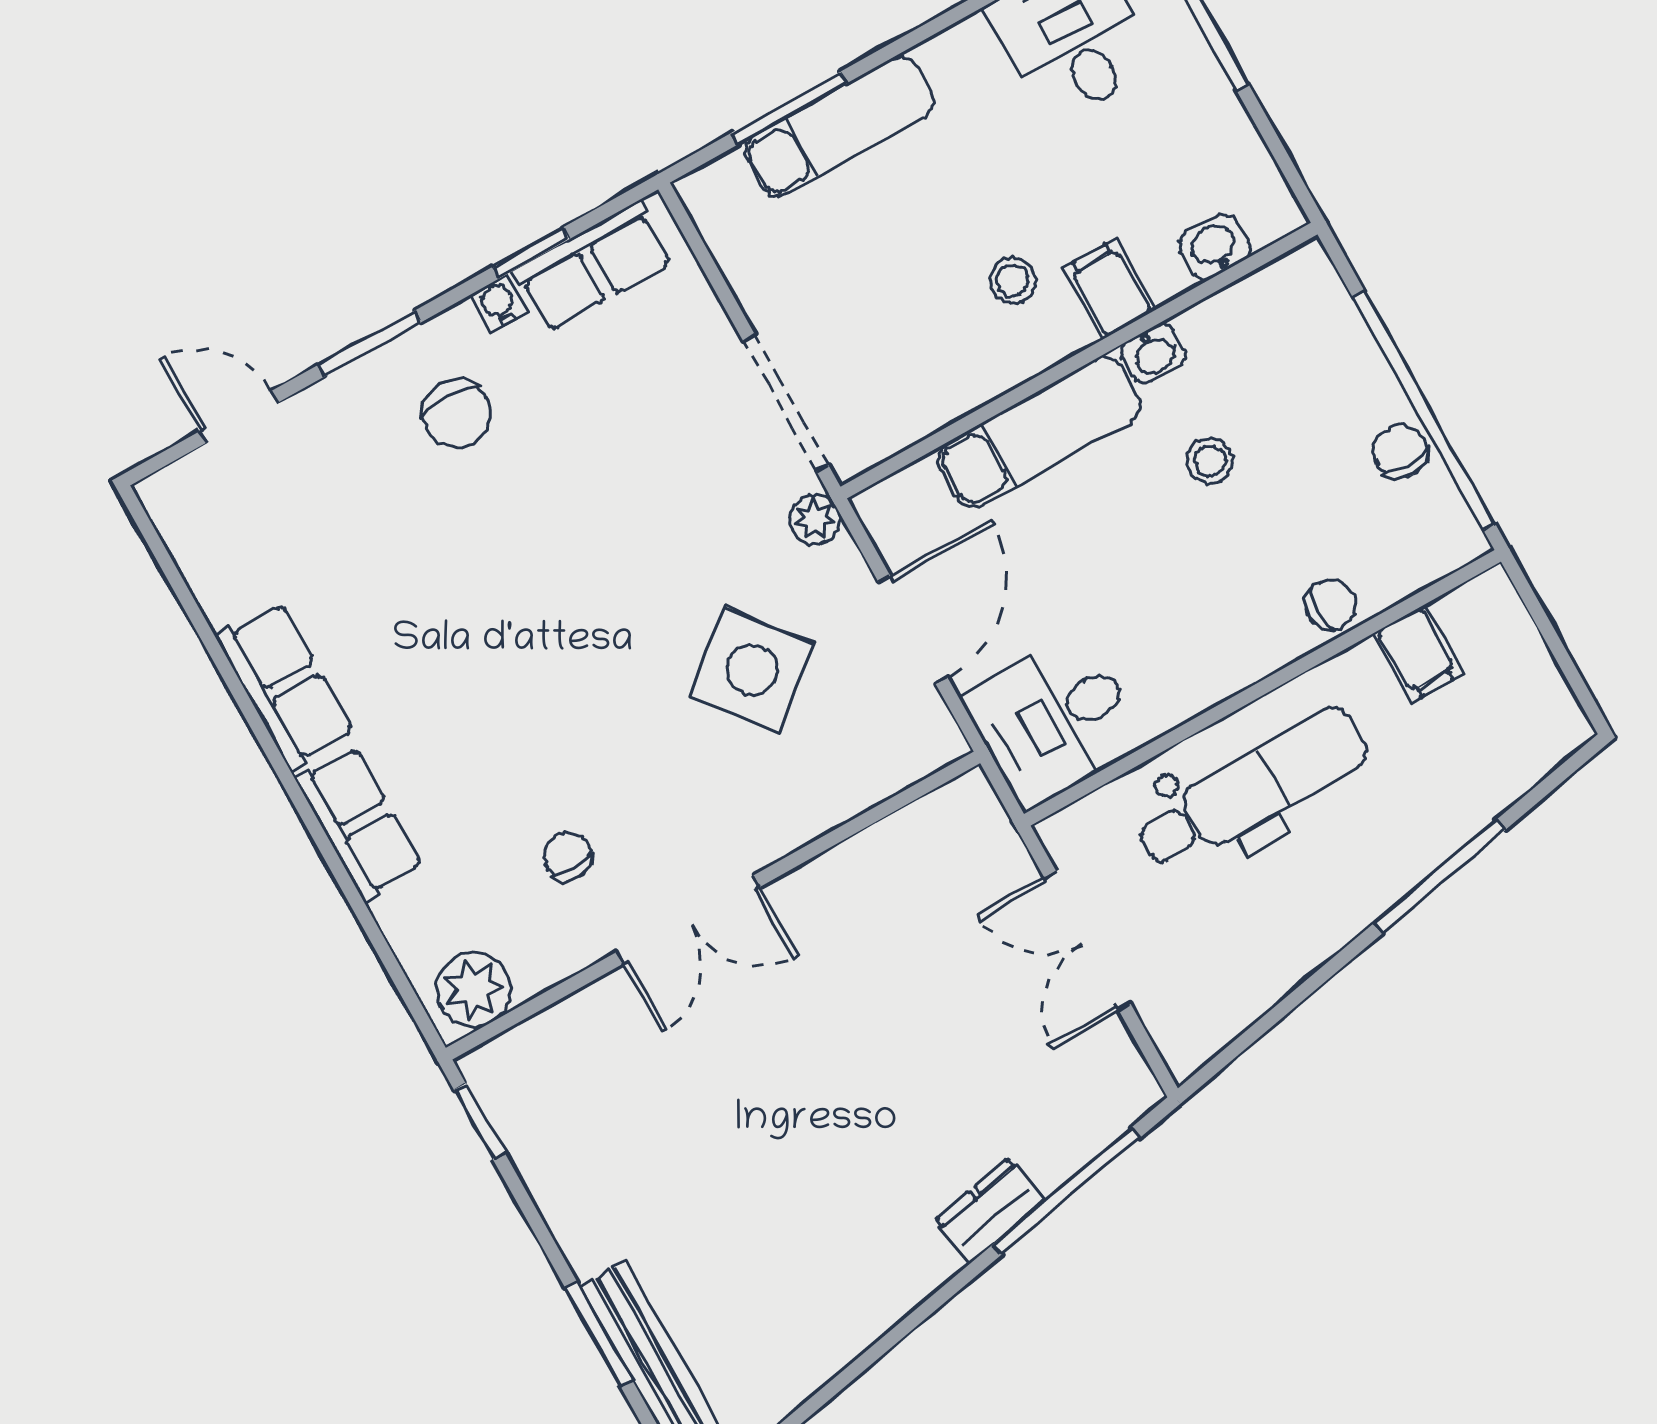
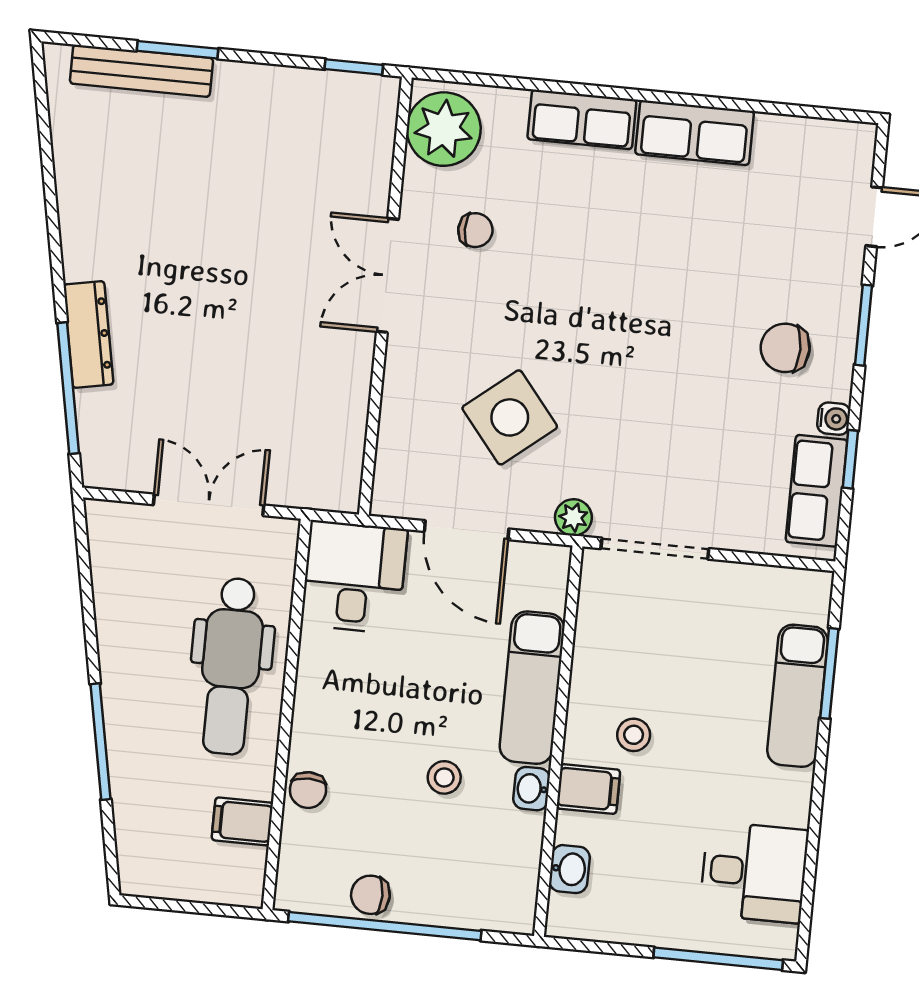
chair: (1400, 451) -> (370, 895), turned 180
plant: (474, 990) -> (444, 129), width x1.36, depth x1.36
dresser: (990, 1210) -> (88, 334), width x1.44

